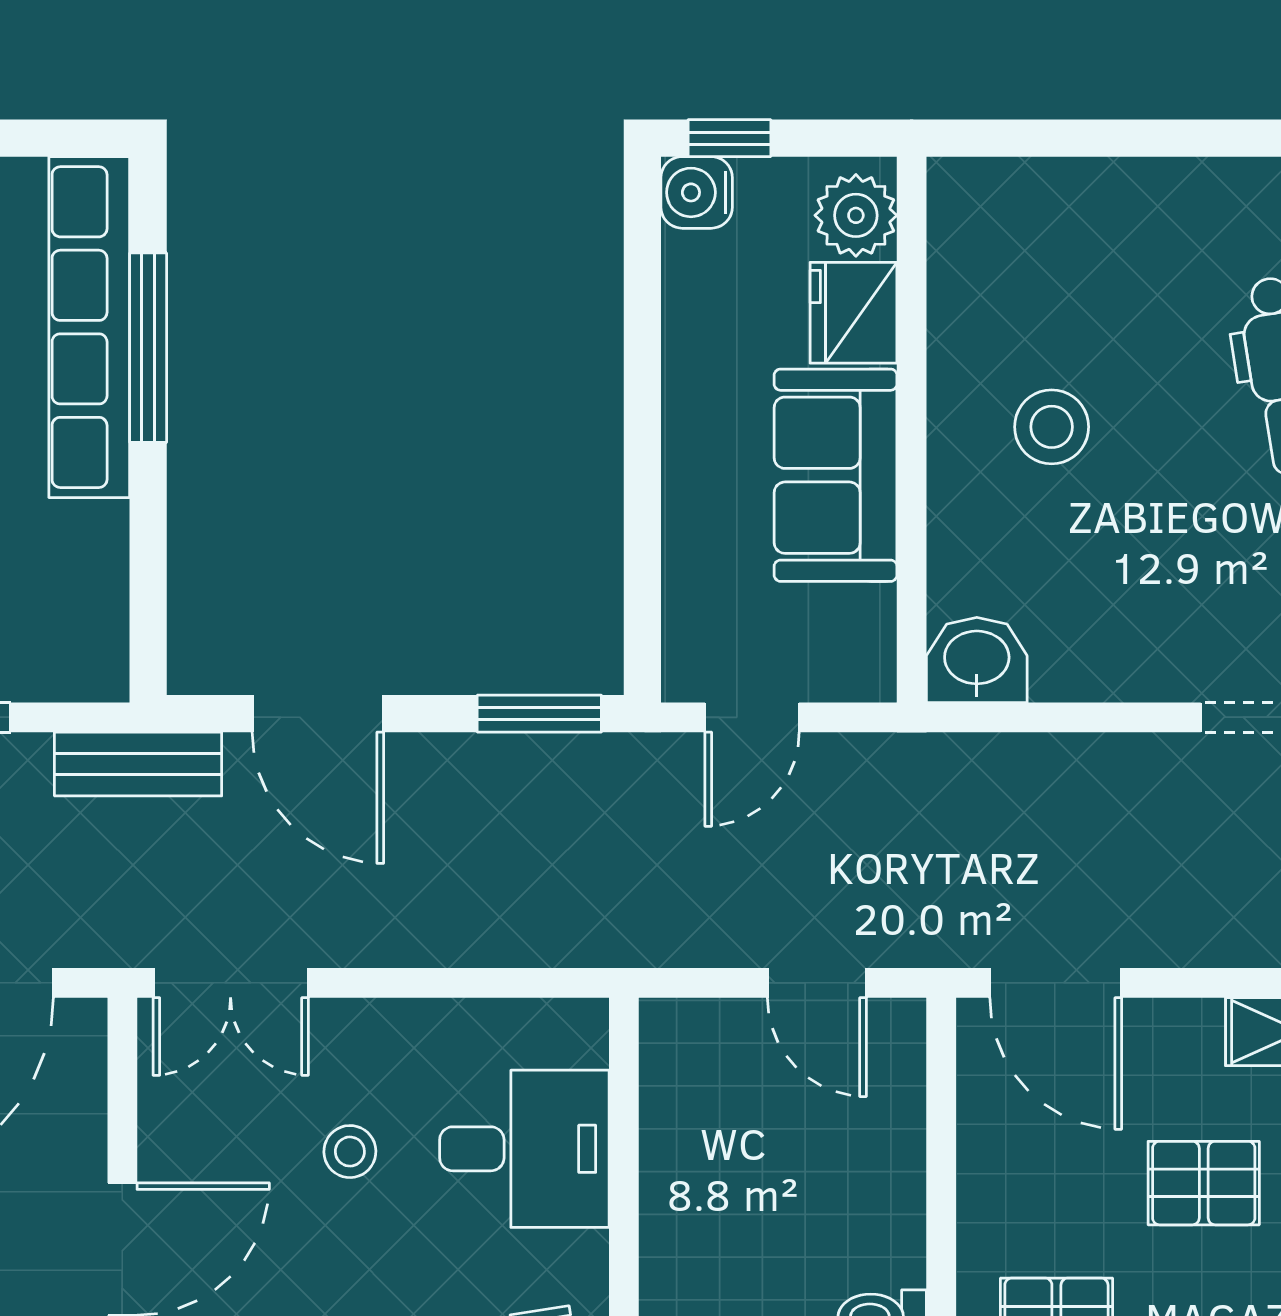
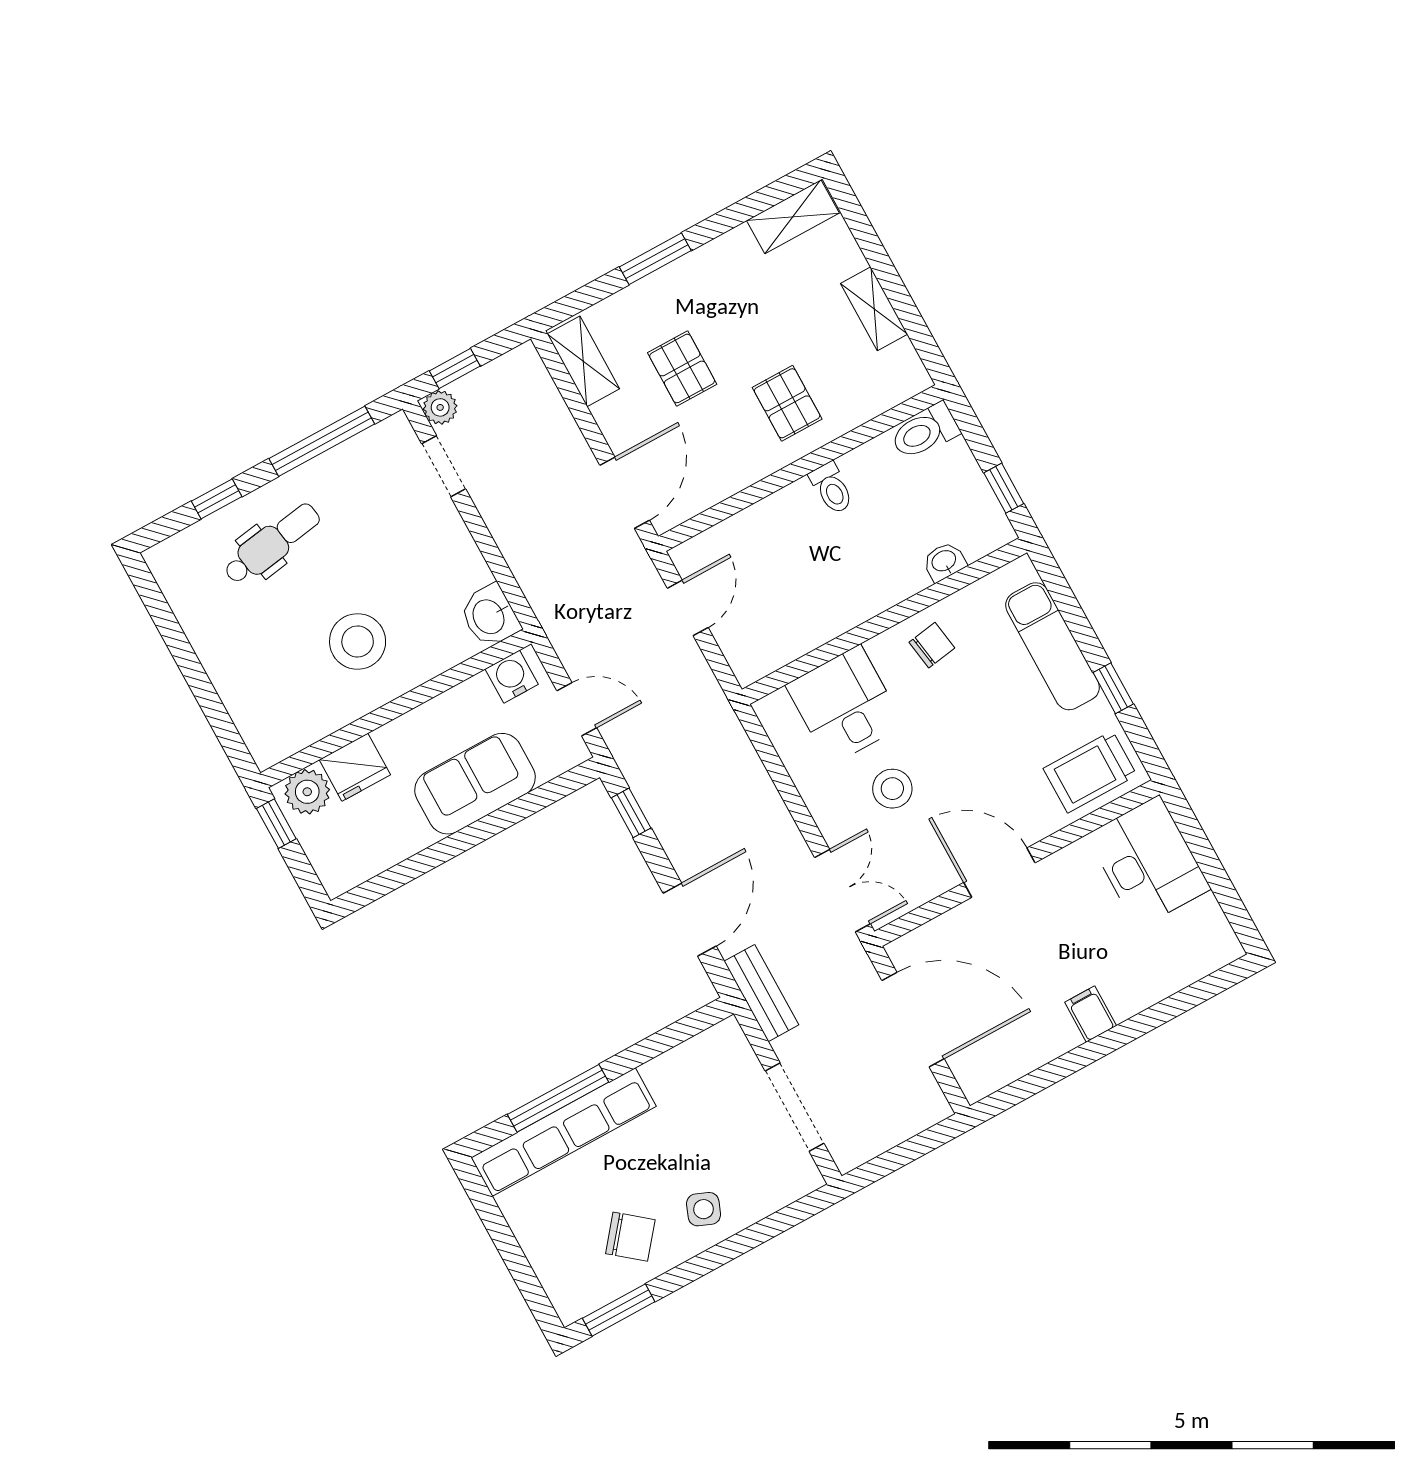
window: (729, 138) -> (276, 824), moved
water cooler: (697, 192) -> (512, 677), moved, turned 180
stool: (1052, 427) -> (358, 641), width x1.38, depth x1.38
sofa: (836, 475) -> (475, 784), moved, turned 180
window: (539, 714) -> (631, 813), width x0.67
stool: (350, 1152) -> (892, 789), width x1.37, depth x1.37

